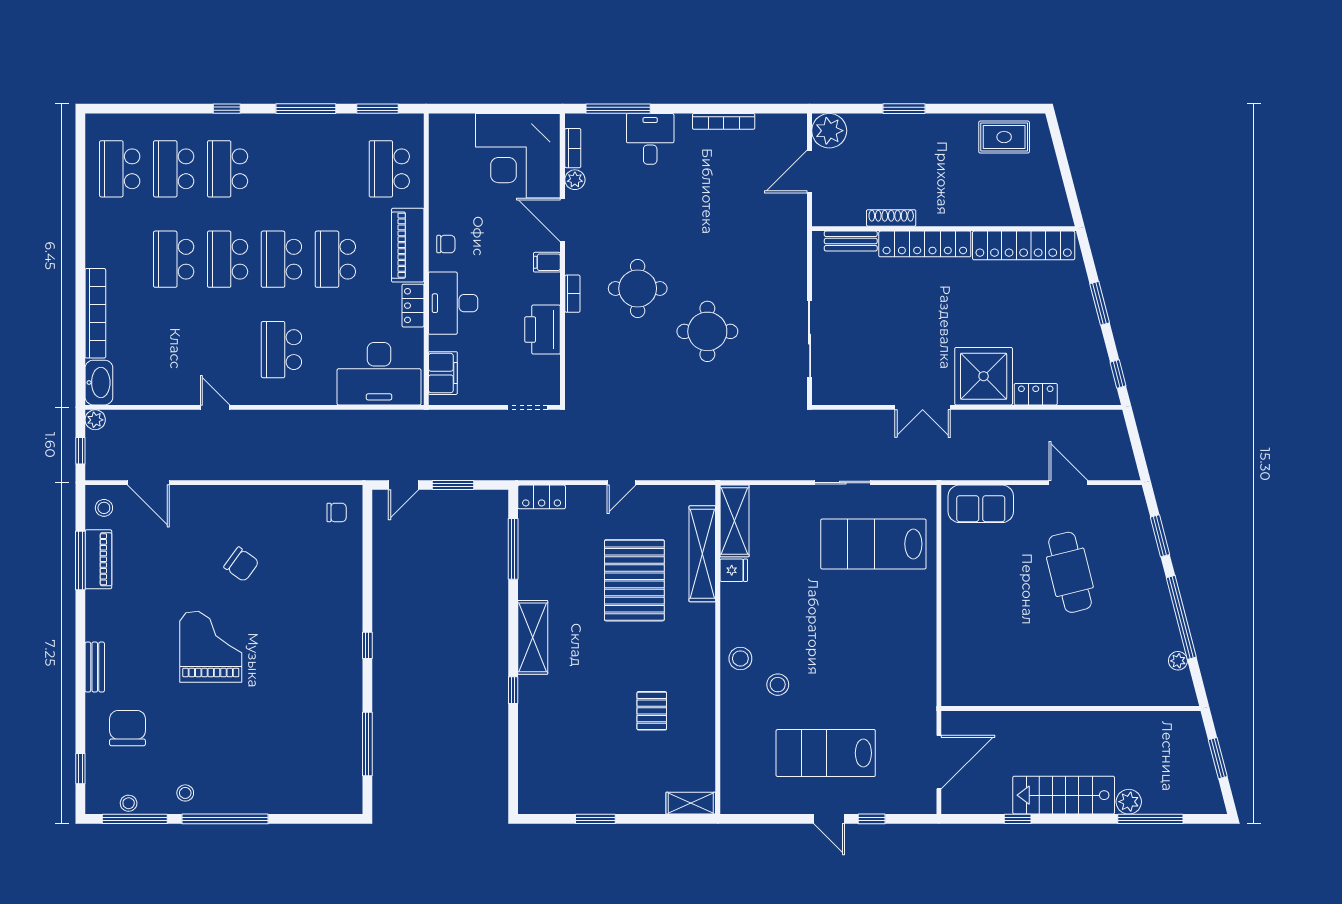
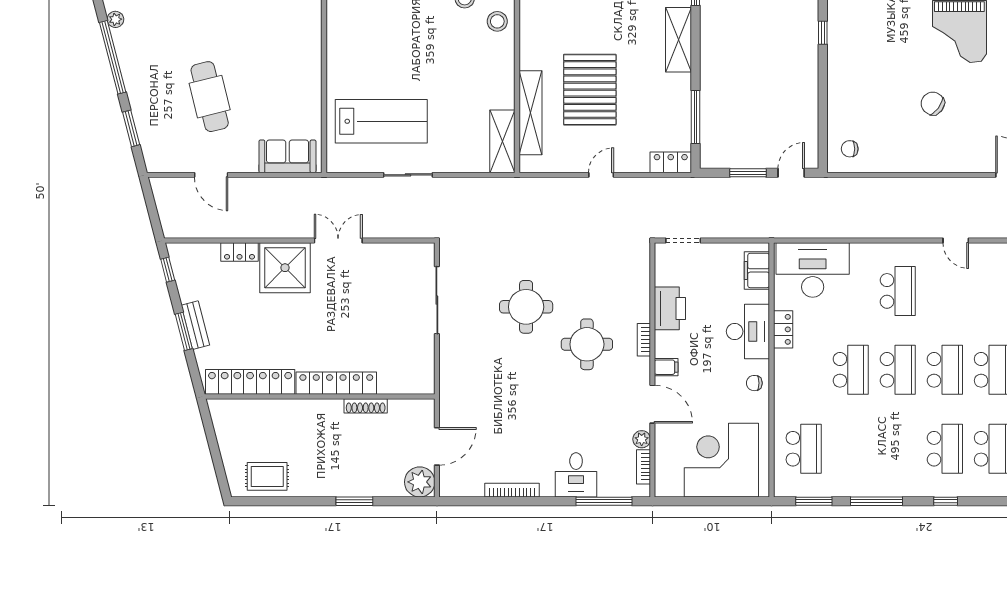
corner desk: (518, 156) -> (721, 460), moved, turned -90
bench: (851, 241) -> (195, 325), moved, turned 75
piano: (408, 245) -> (788, 382), removed
fridge: (734, 570) -> (503, 98), removed

